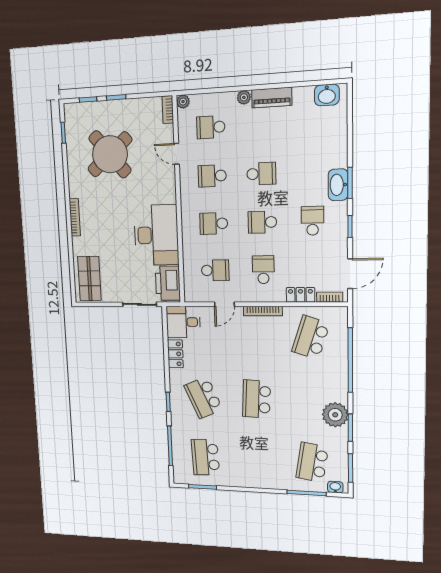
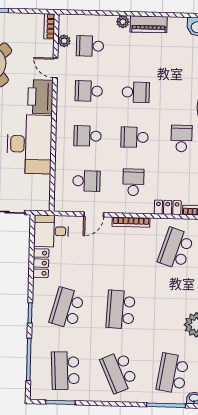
plant: (183, 102) -> (64, 41), moved
printer: (168, 283) -> (40, 97), moved
school desk: (203, 398) -> (67, 308), turned 39
school desk: (258, 460) -> (119, 372), added

